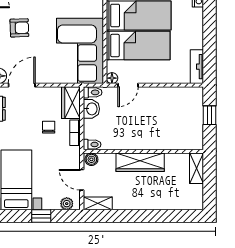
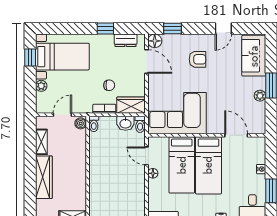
armchair: (19, 28) -> (197, 59), turned -88
floor lamp: (112, 78) -> (153, 173), moved
wardrobe: (140, 162) -> (44, 177), moved, turned 180
shelving: (98, 203) -> (41, 142), moved
plant: (67, 204) -> (41, 86), moved
window: (41, 216) -> (30, 58), moved

